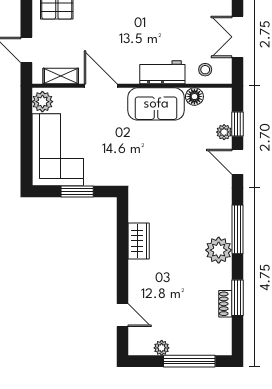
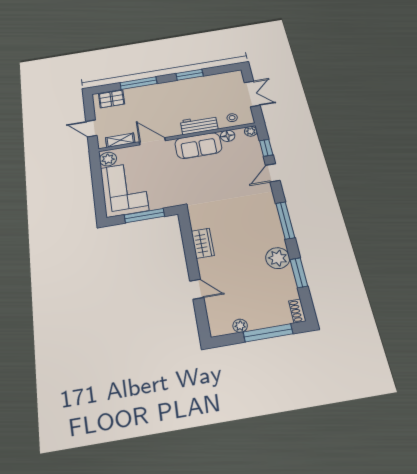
double door: (238, 37) -> (252, 94), swing flipped
plant: (224, 132) -> (251, 131), moved
door: (238, 162) -> (273, 173), hinge flipped
window: (77, 191) -> (144, 216), width x1.44
plant: (219, 250) -> (278, 258), moved
shoe rack: (225, 304) -> (297, 311), moved
door: (123, 315) -> (197, 289), moved

